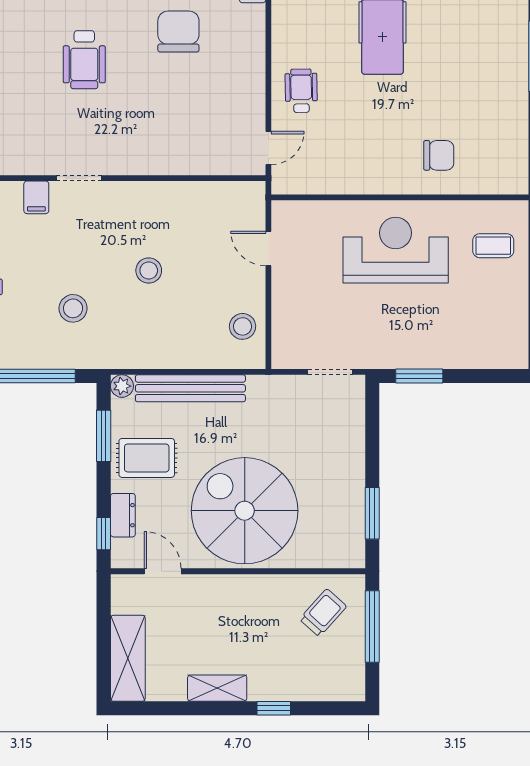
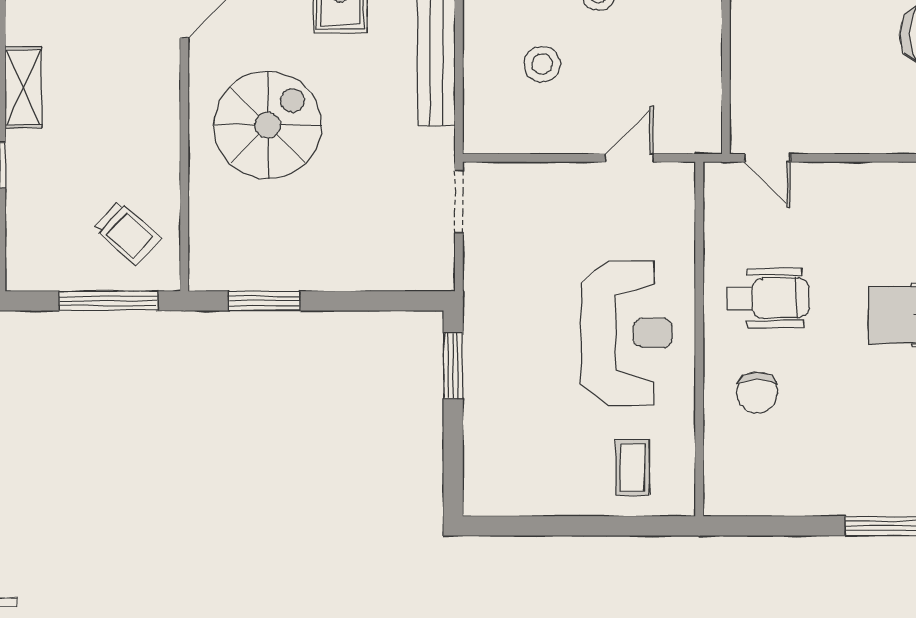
wheelchair: (301, 91) -> (768, 298), moved, width x1.36, depth x1.37
stool: (243, 326) -> (542, 64), moved
doorway: (330, 372) -> (459, 202), moved
spiral stairs: (245, 511) -> (268, 125), width x0.73, depth x0.73

